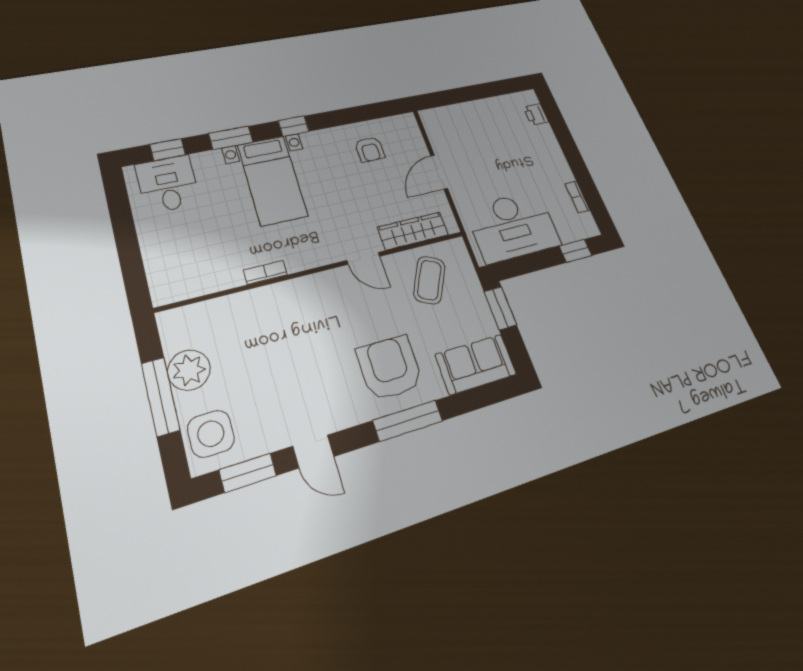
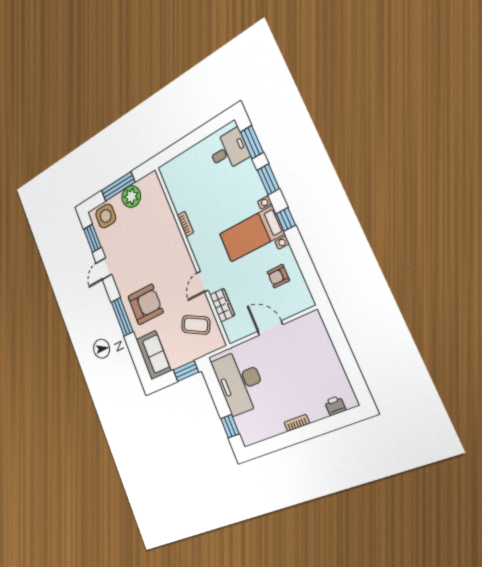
window: (168, 150) -> (252, 142), width x1.50
bed with nightstands: (272, 180) -> (252, 234), moved
bookcase: (578, 197) -> (297, 423), moved
wardrobe: (413, 231) -> (222, 305), width x0.67

